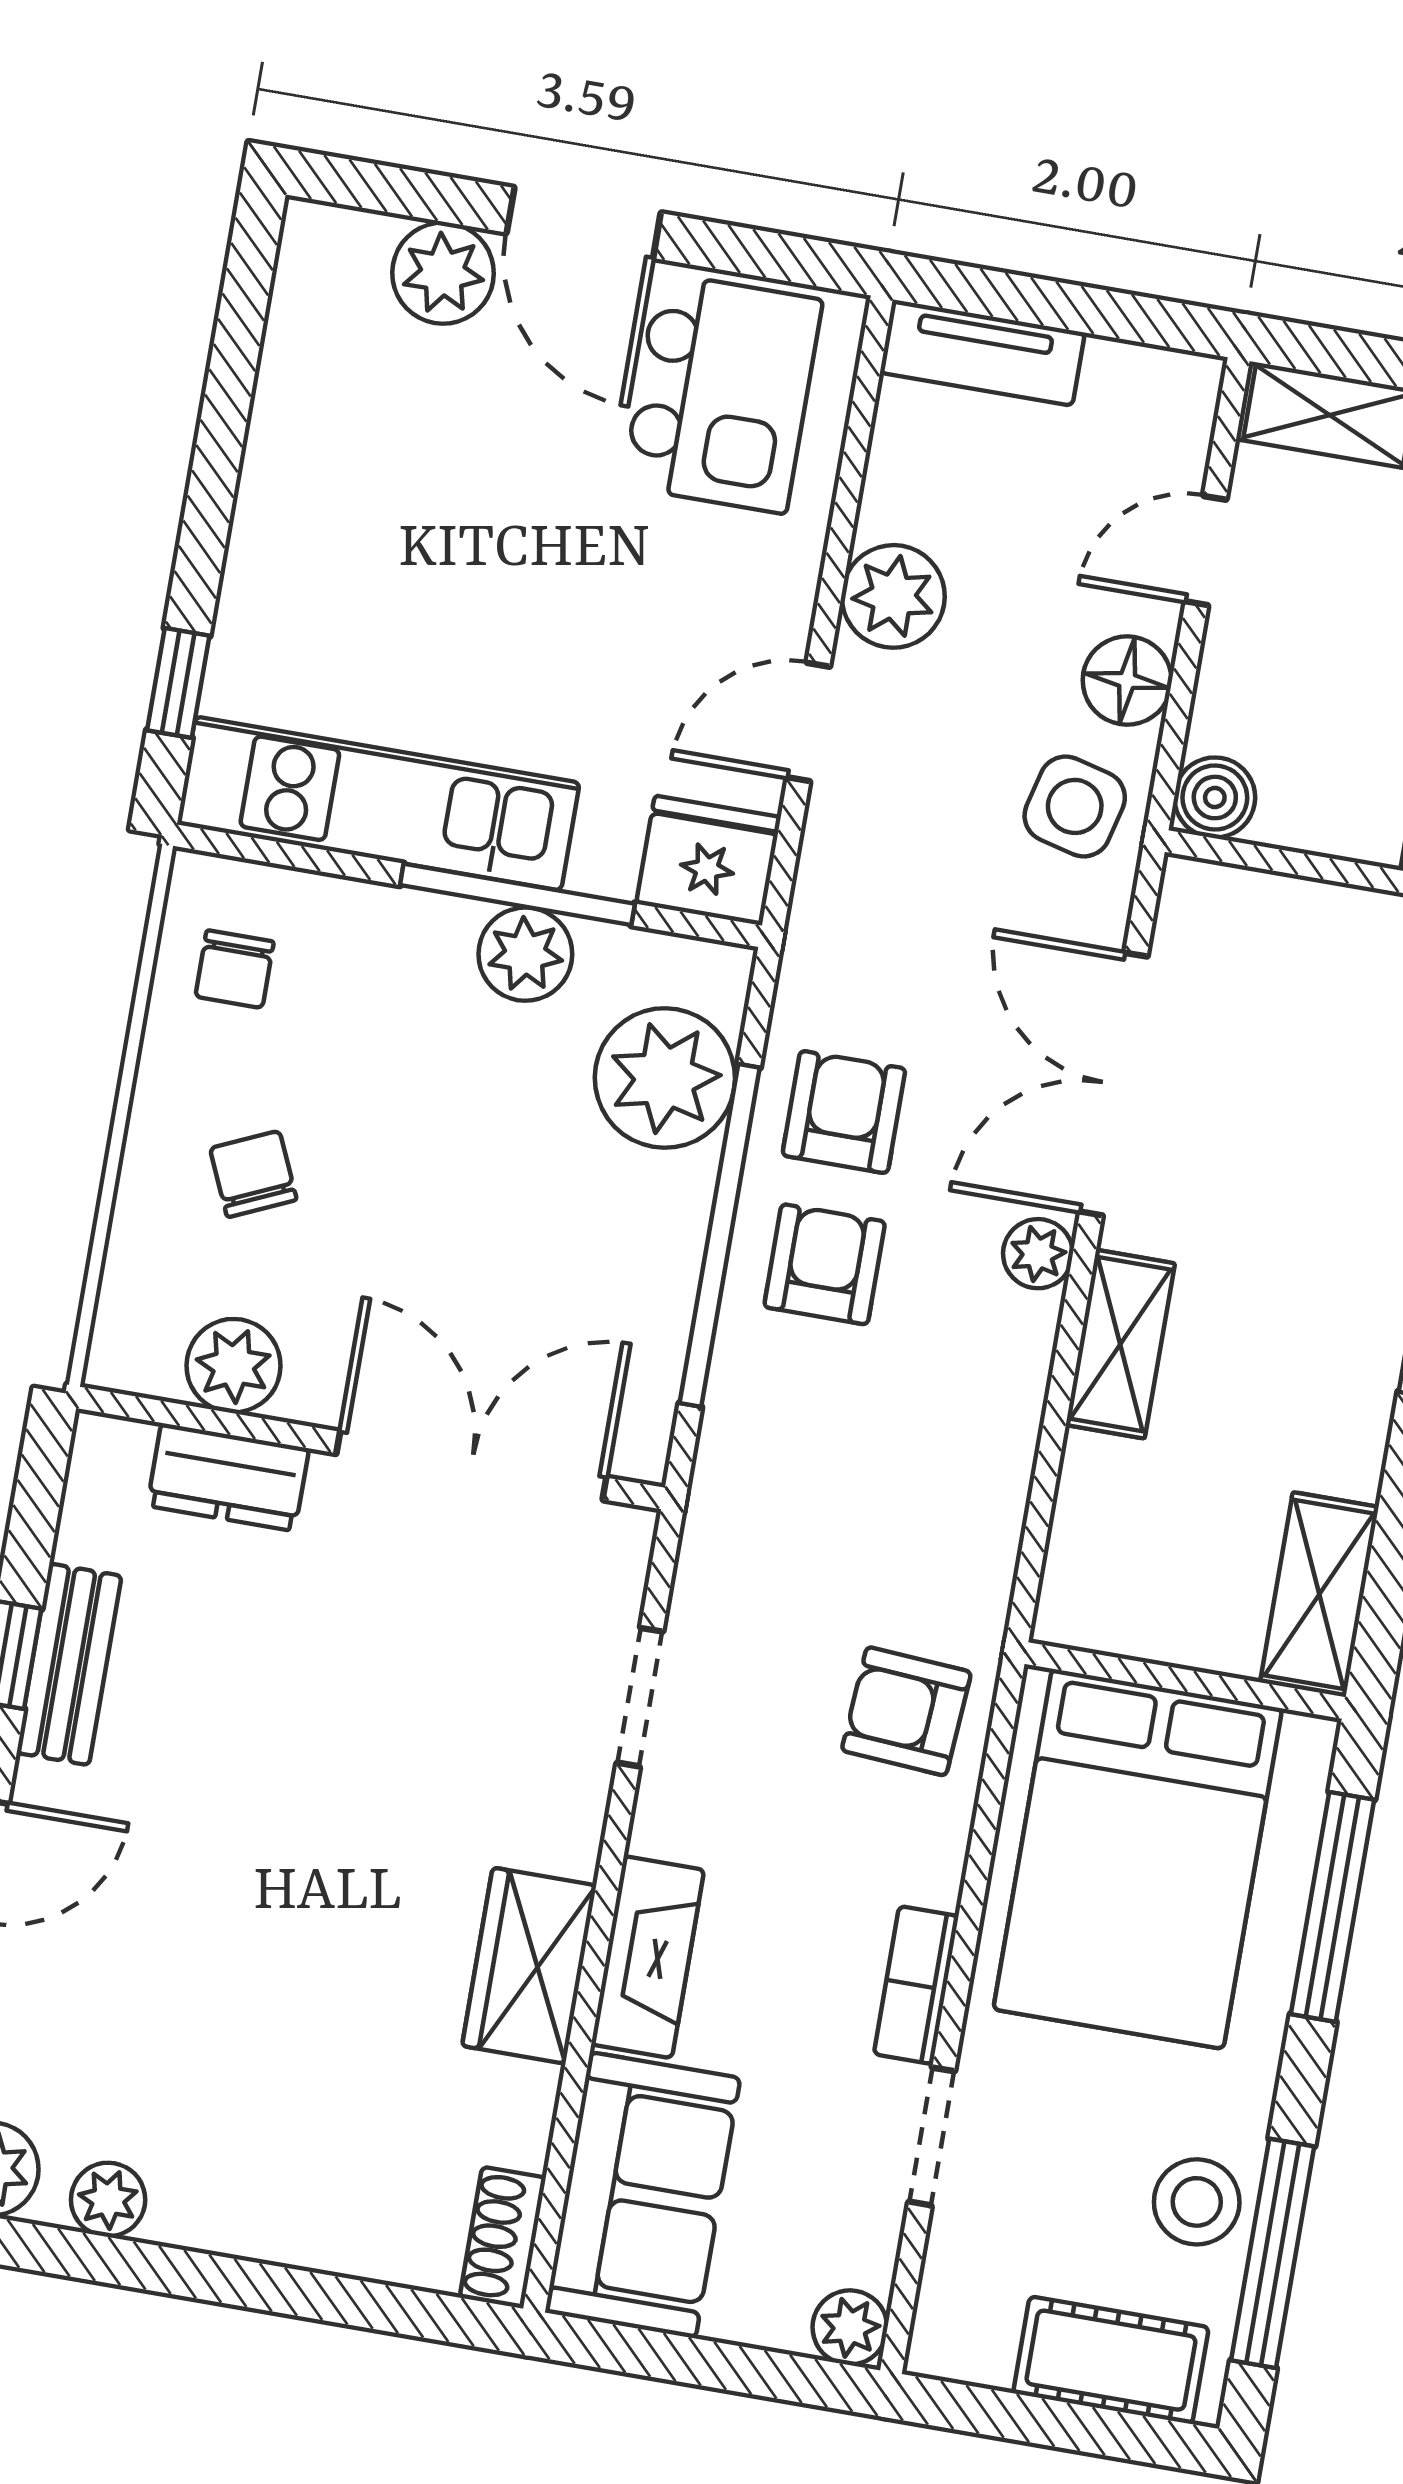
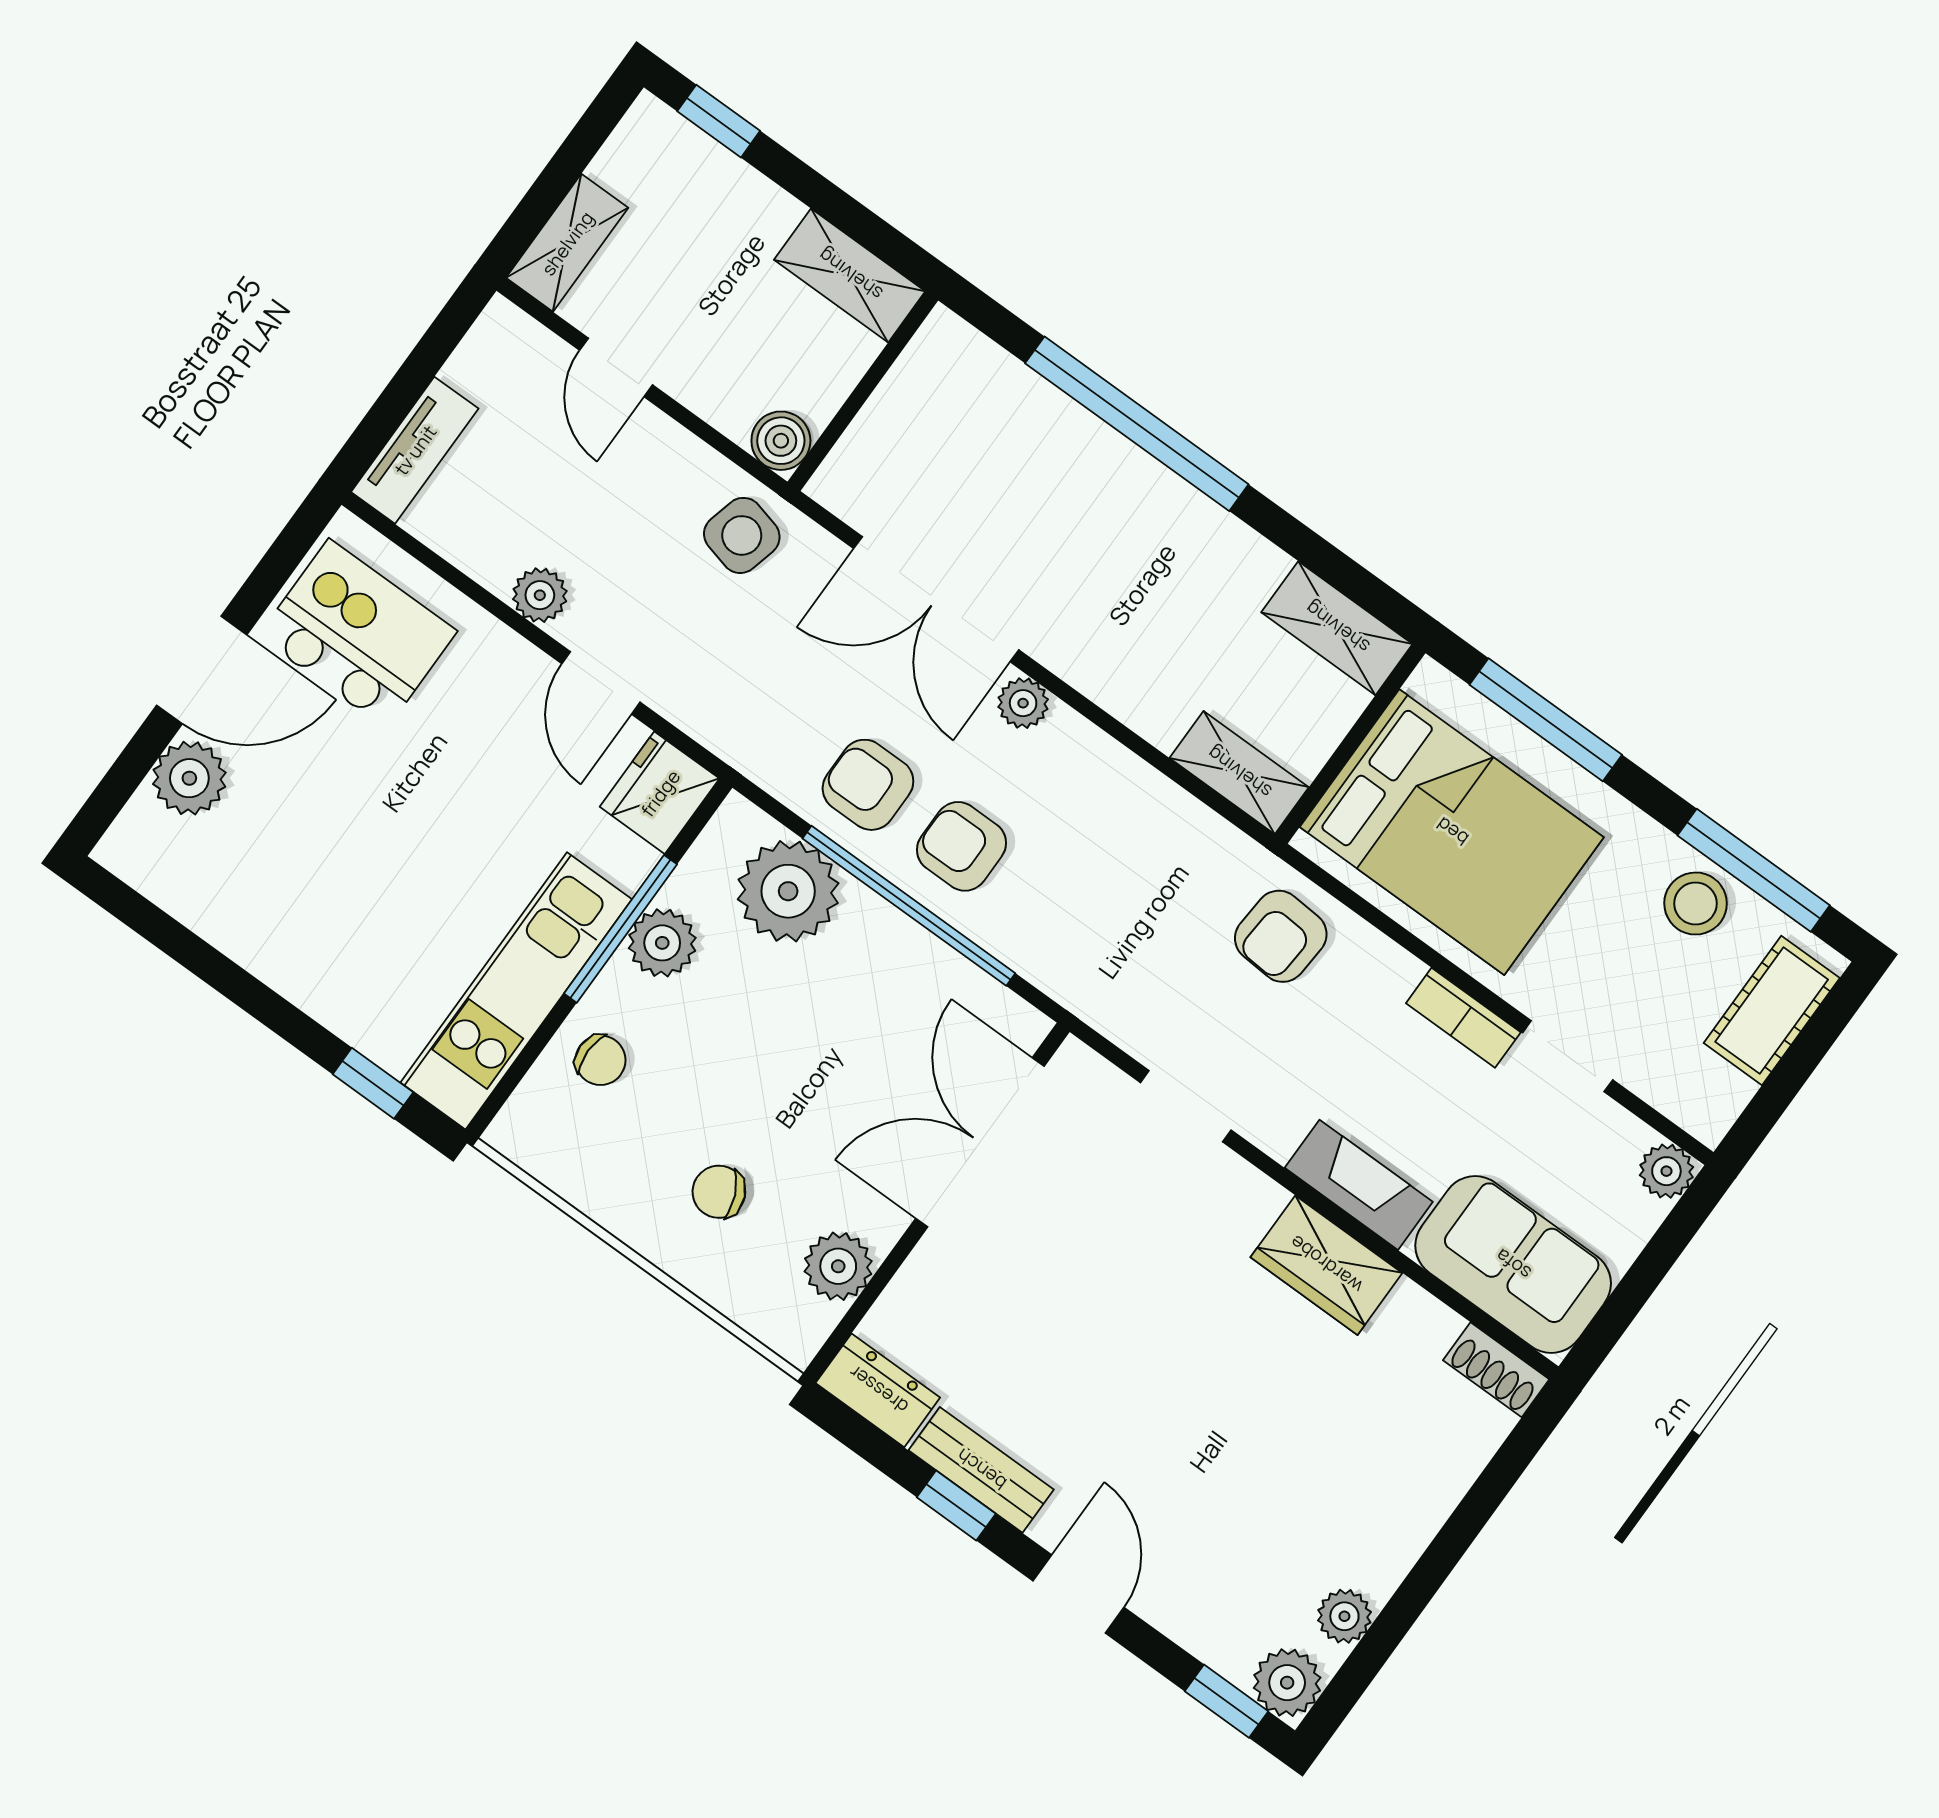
plant: (893, 596) -> (540, 595), width x0.73, depth x0.73
floor lamp: (1127, 681) -> (676, 461), removed
chair: (235, 969) -> (601, 1060), moved
shelving: (1120, 1344) -> (1239, 773), moved
dresser: (228, 1477) -> (878, 1390), moved, turned -90

